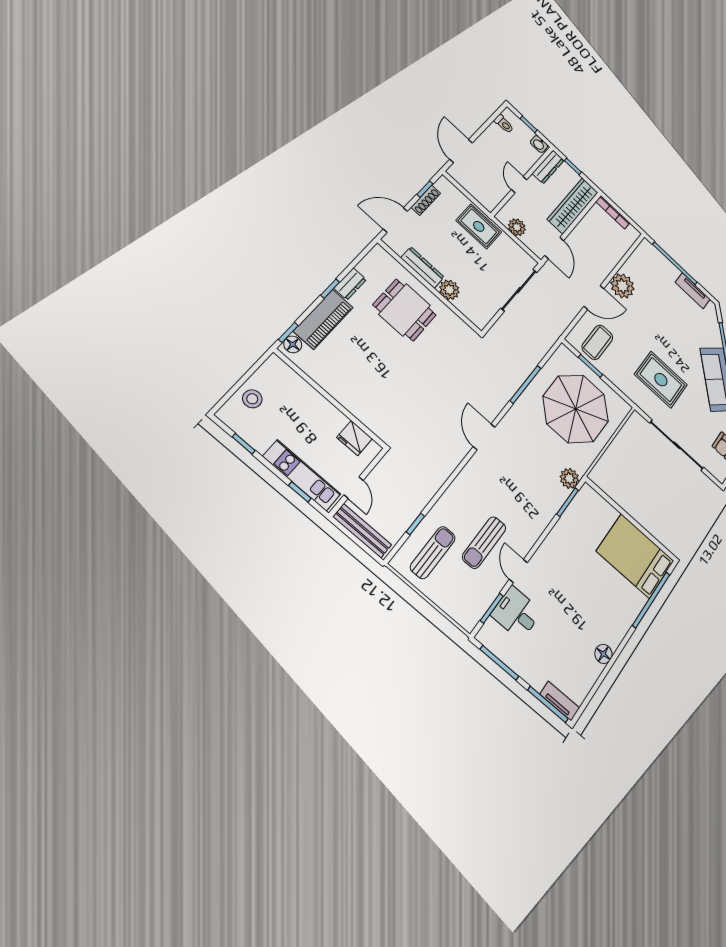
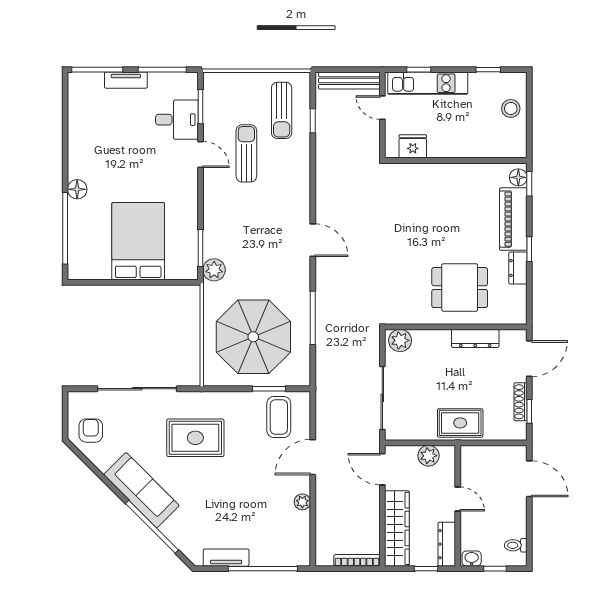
plant: (622, 286) -> (302, 502), width x0.53, depth x0.53
plant: (449, 290) -> (400, 340), moved
bed: (635, 556) -> (138, 241), moved, turned -90
floor lamp: (603, 654) -> (77, 189), moved
tv unit: (560, 701) -> (126, 80), moved

